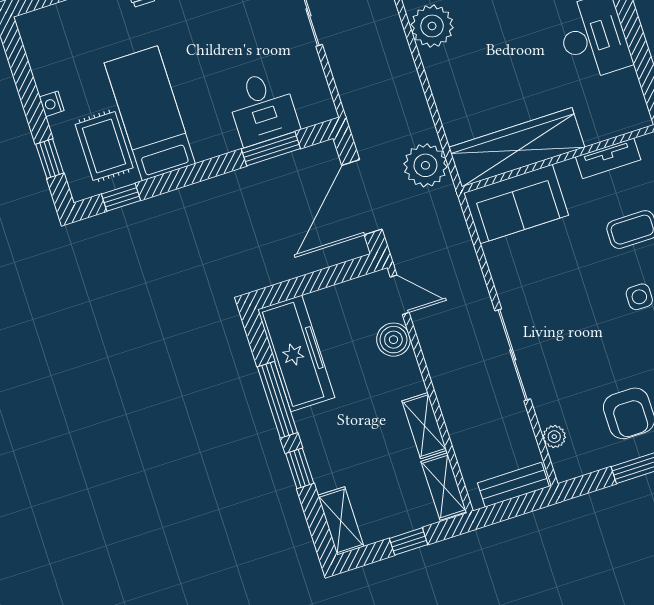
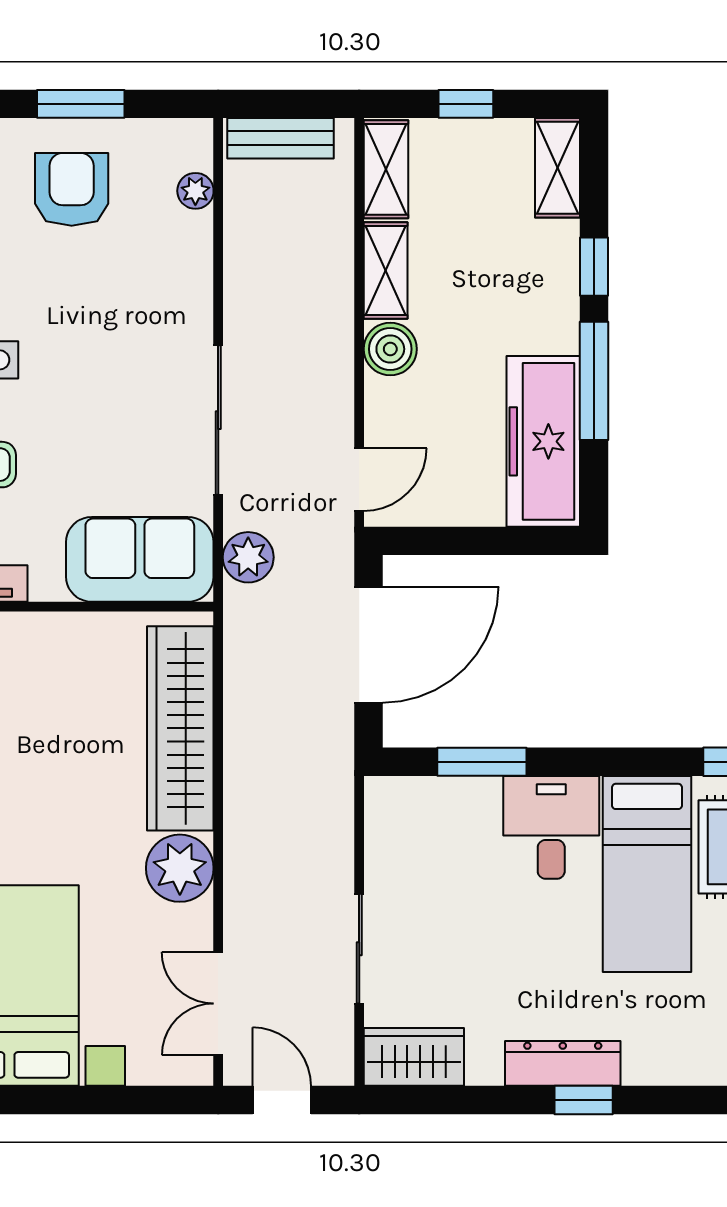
desk: (262, 108) -> (551, 827), moved
wardrobe: (517, 147) -> (180, 728), moved, turned 90
plant: (425, 165) -> (248, 557), moved, width x0.73, depth x0.73
door: (400, 295) -> (359, 480), swing flipped
boiler: (393, 340) -> (390, 349), moved
sliding door: (513, 355) -> (218, 420), moved

